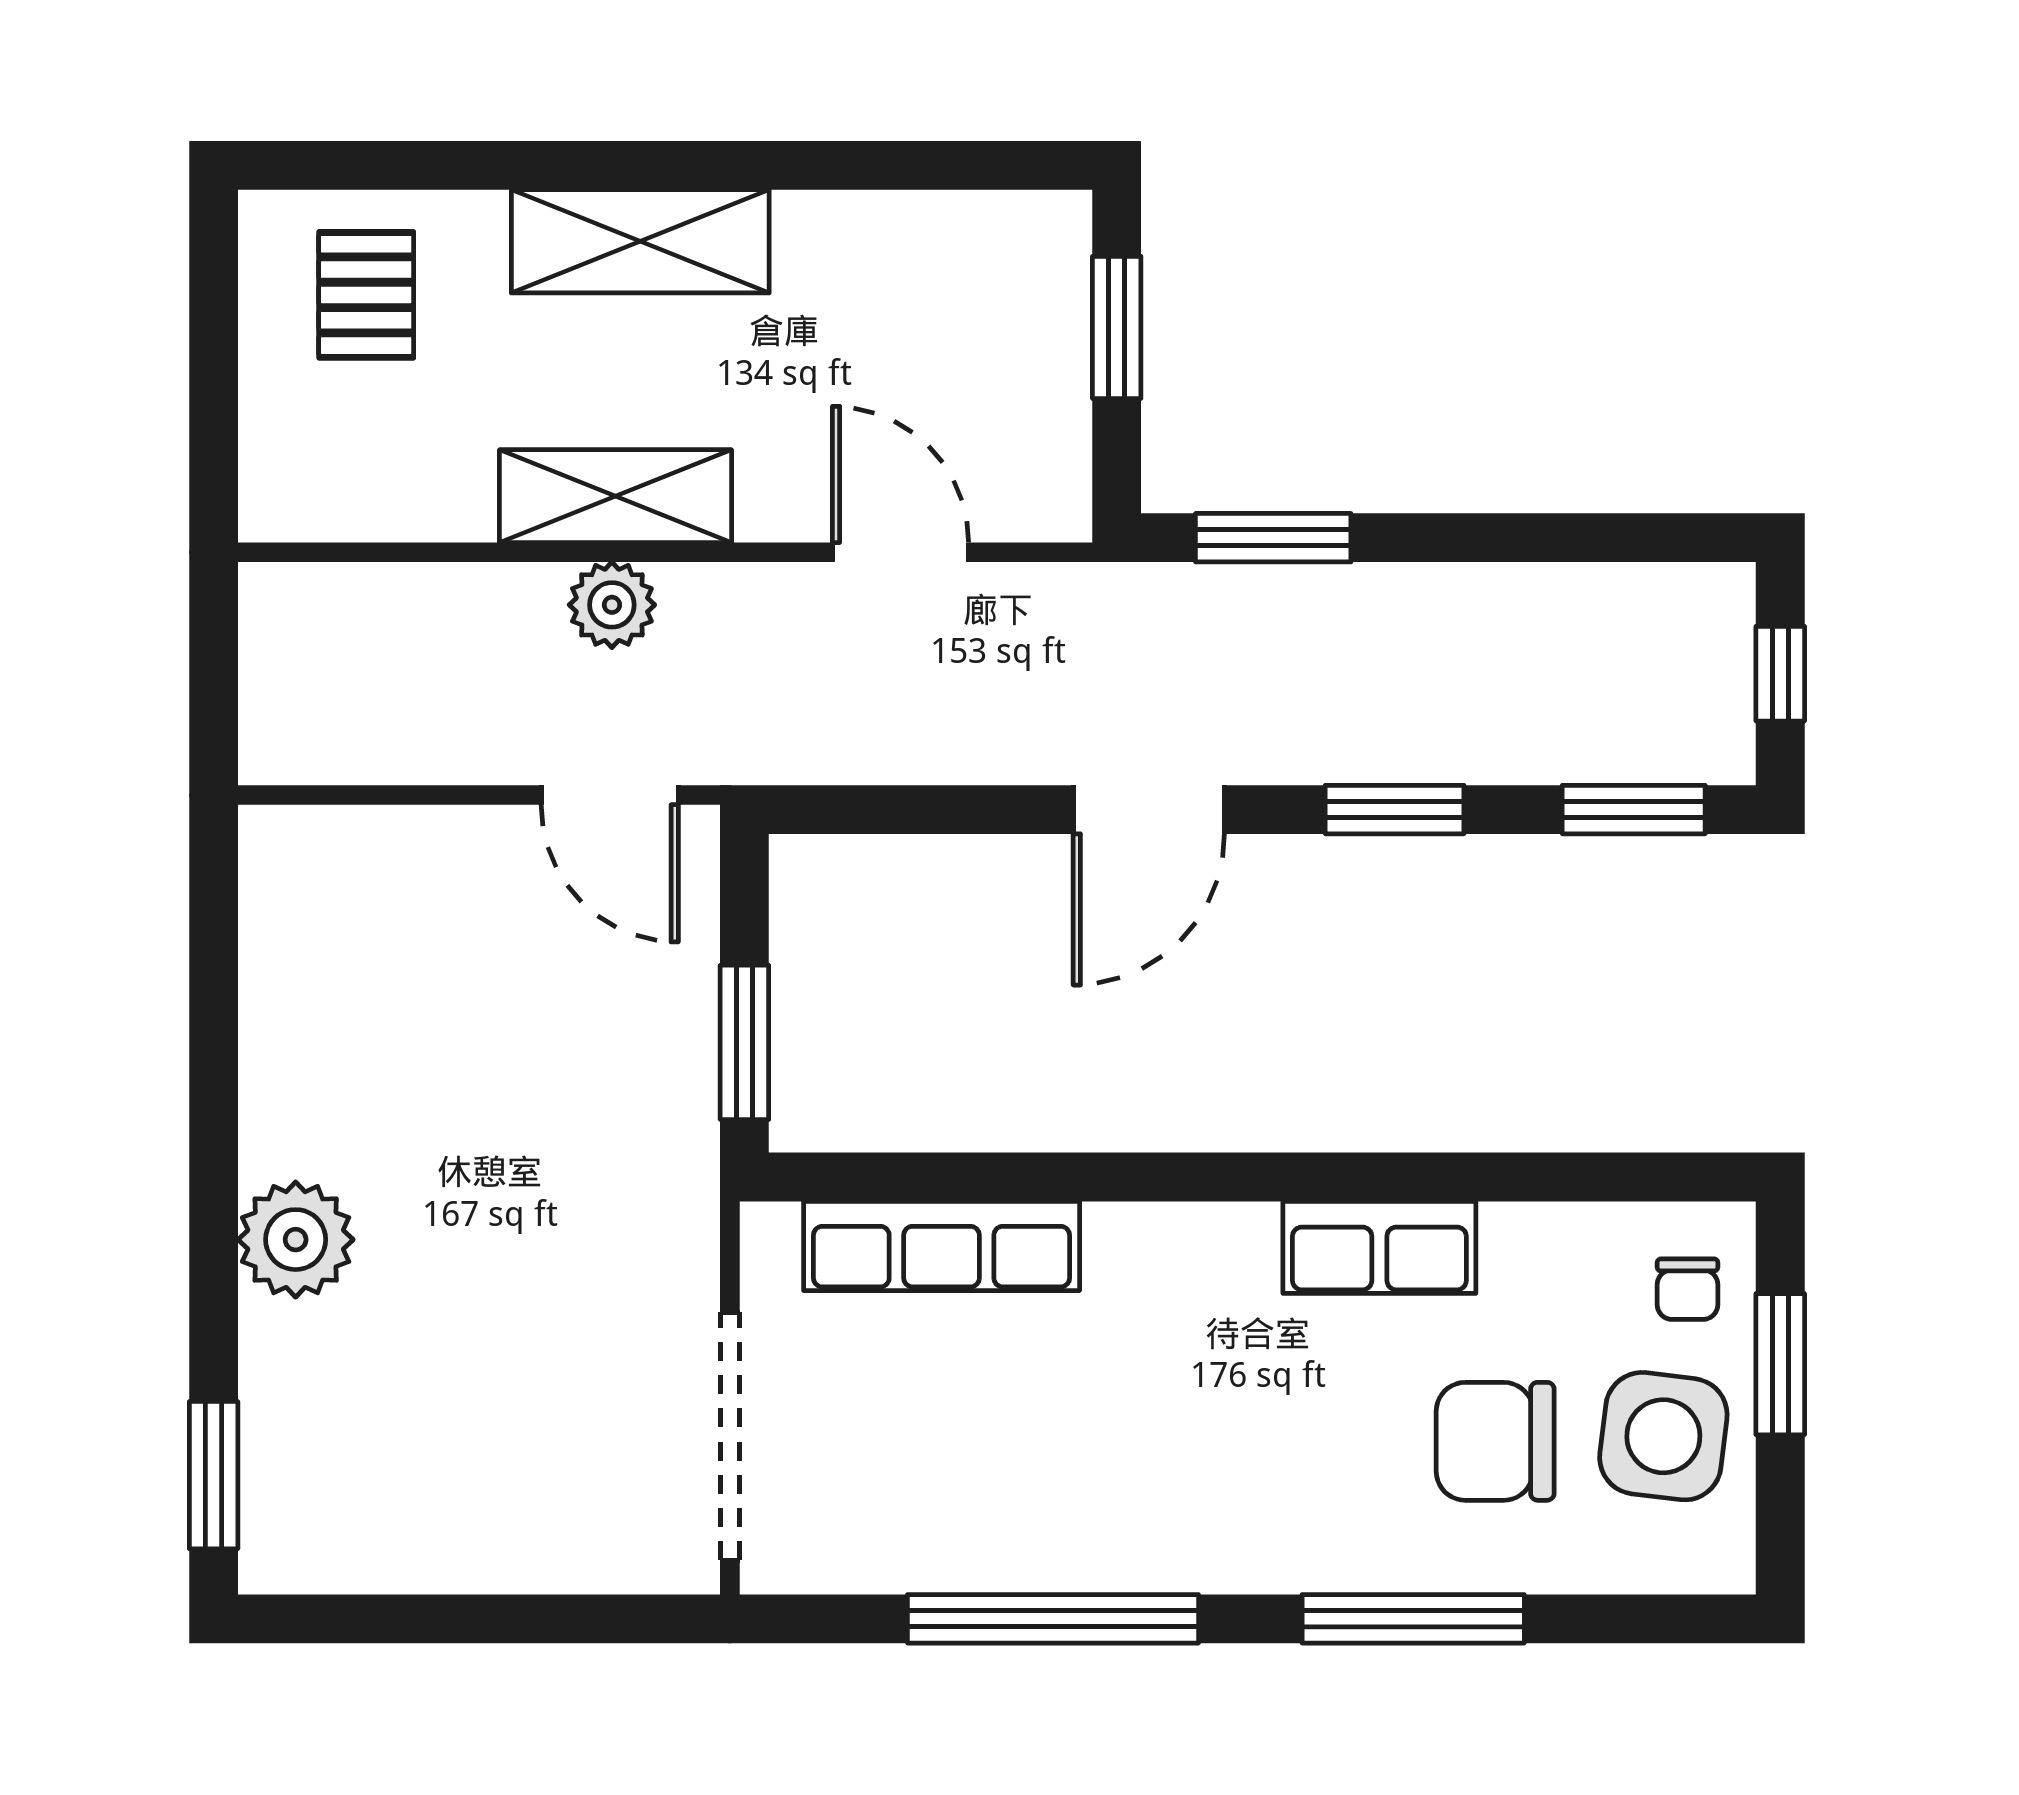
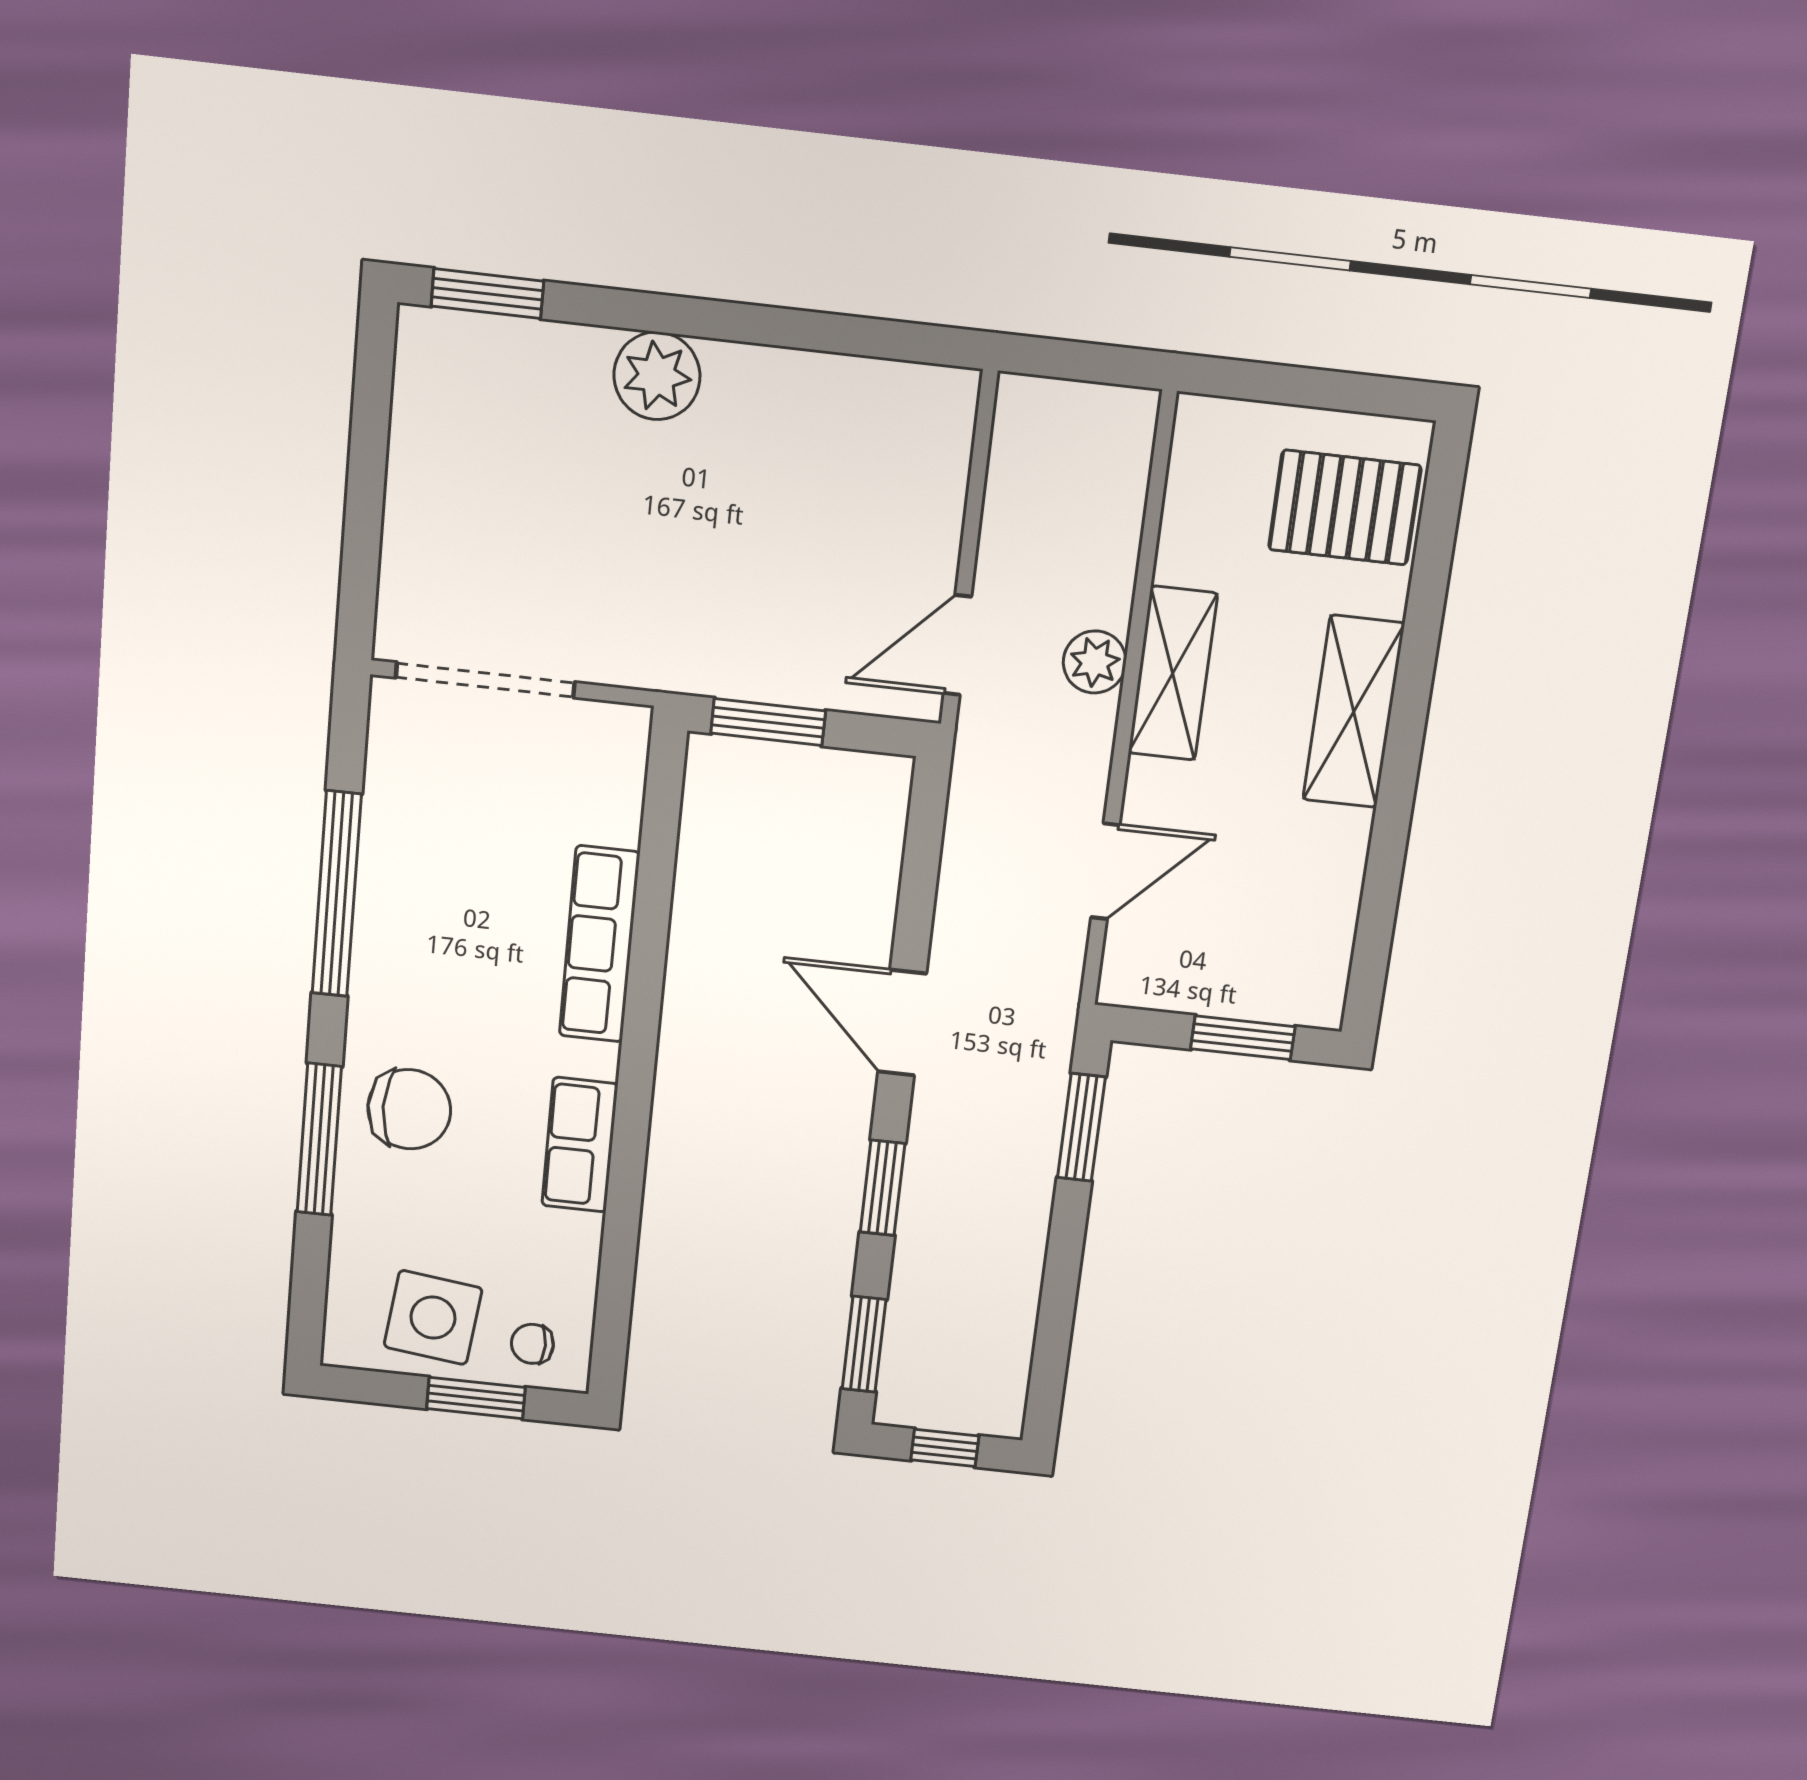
pallet: (366, 295) -> (1345, 507), width x1.50, depth x1.42
row of seats: (942, 1246) -> (599, 944), moved
chair: (1495, 1441) -> (409, 1109), moved, turned 90

